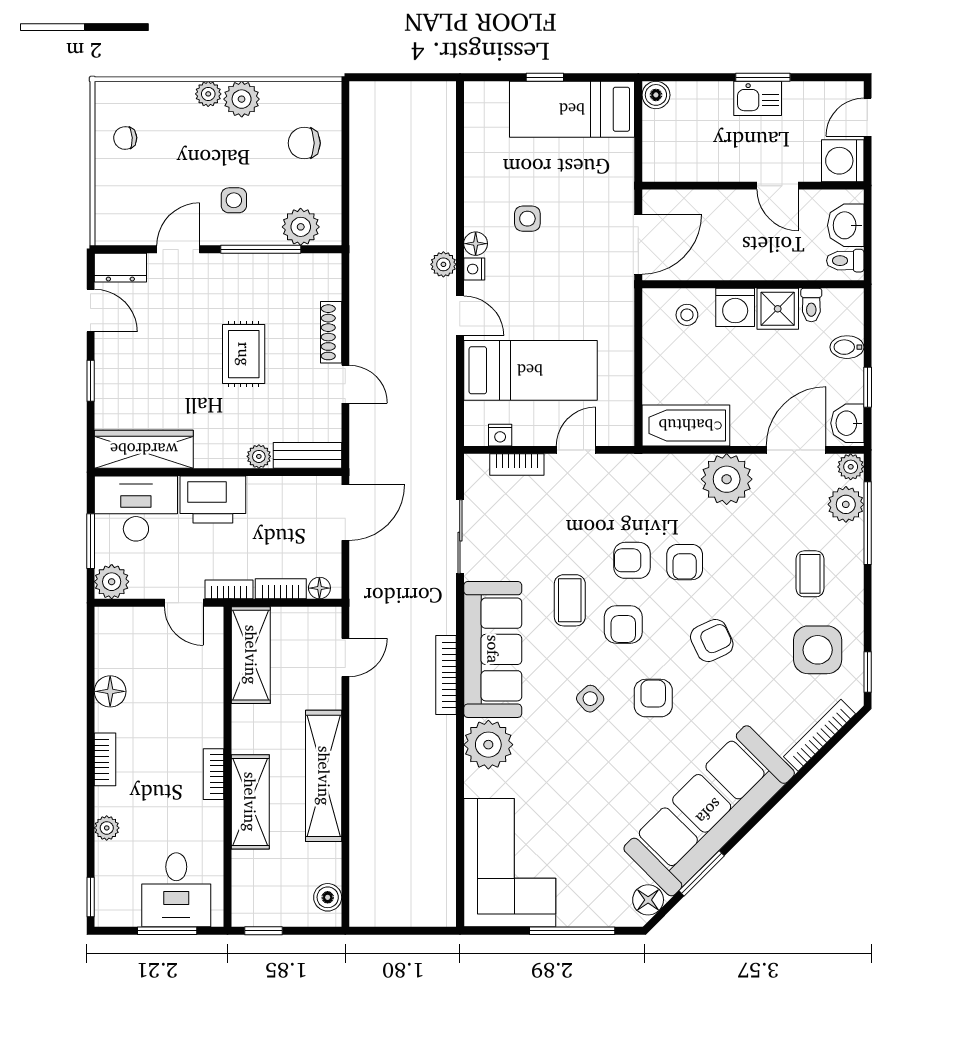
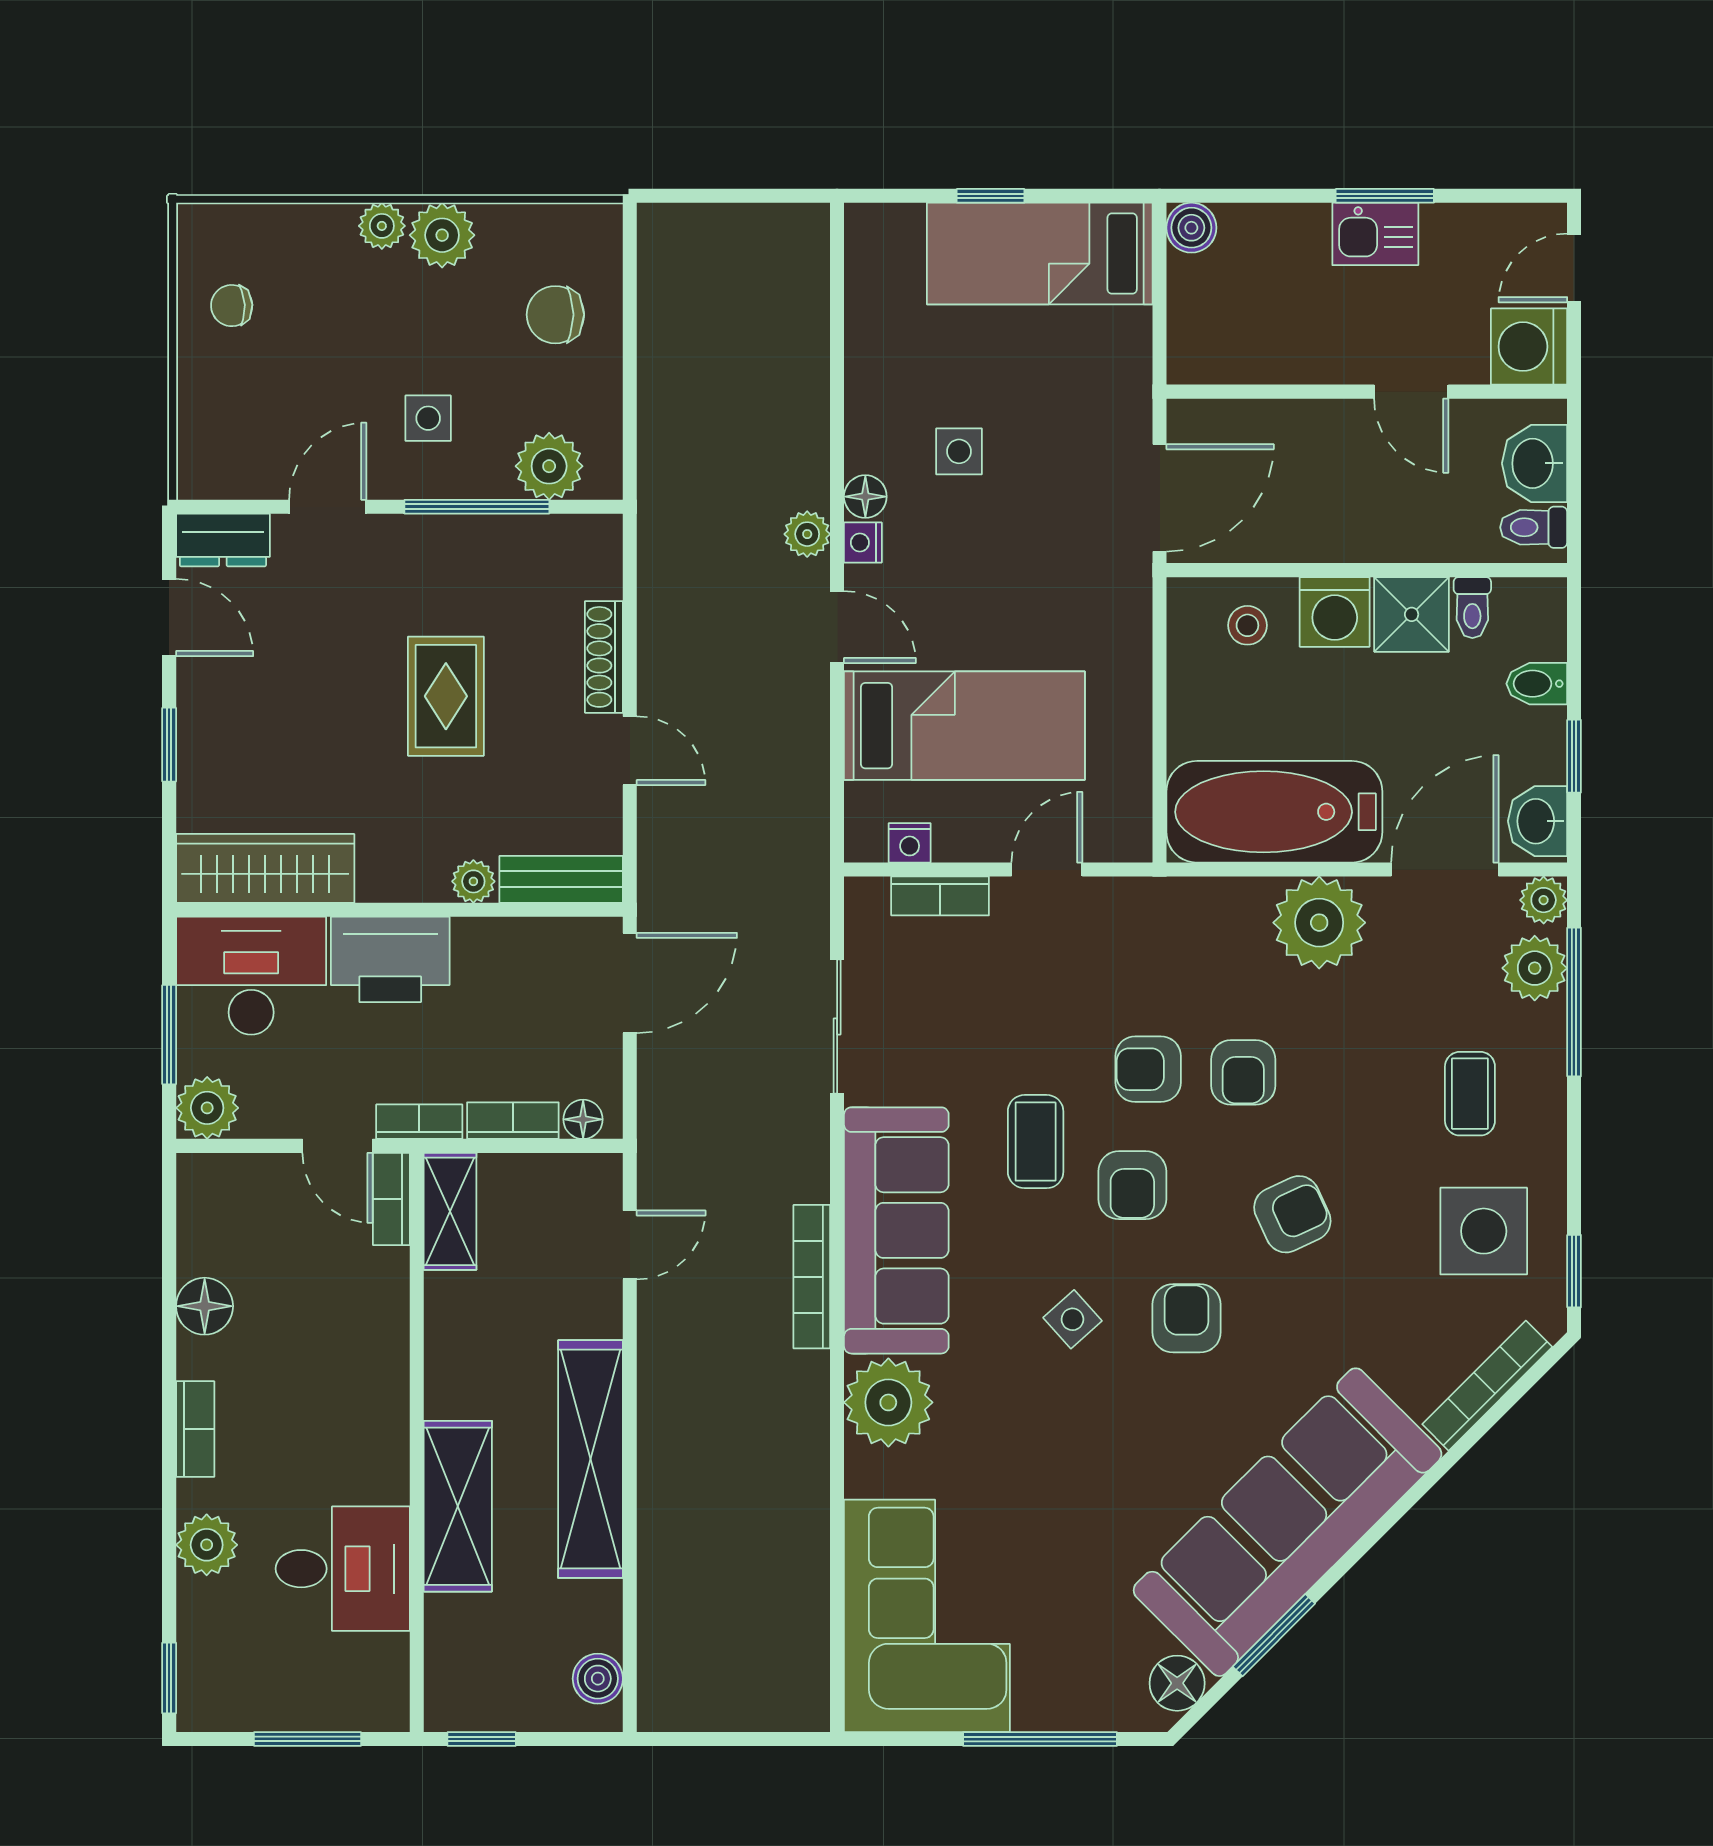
bathtub: (686, 425) -> (1274, 812), width x1.36, depth x1.36
shelving: (251, 655) -> (450, 1211), width x0.67, depth x0.75
bookcase: (213, 774) -> (391, 1199), moved
plant: (107, 828) -> (207, 1545), width x1.38, depth x1.38
desk: (176, 890) -> (343, 1569), moved, turned -90

